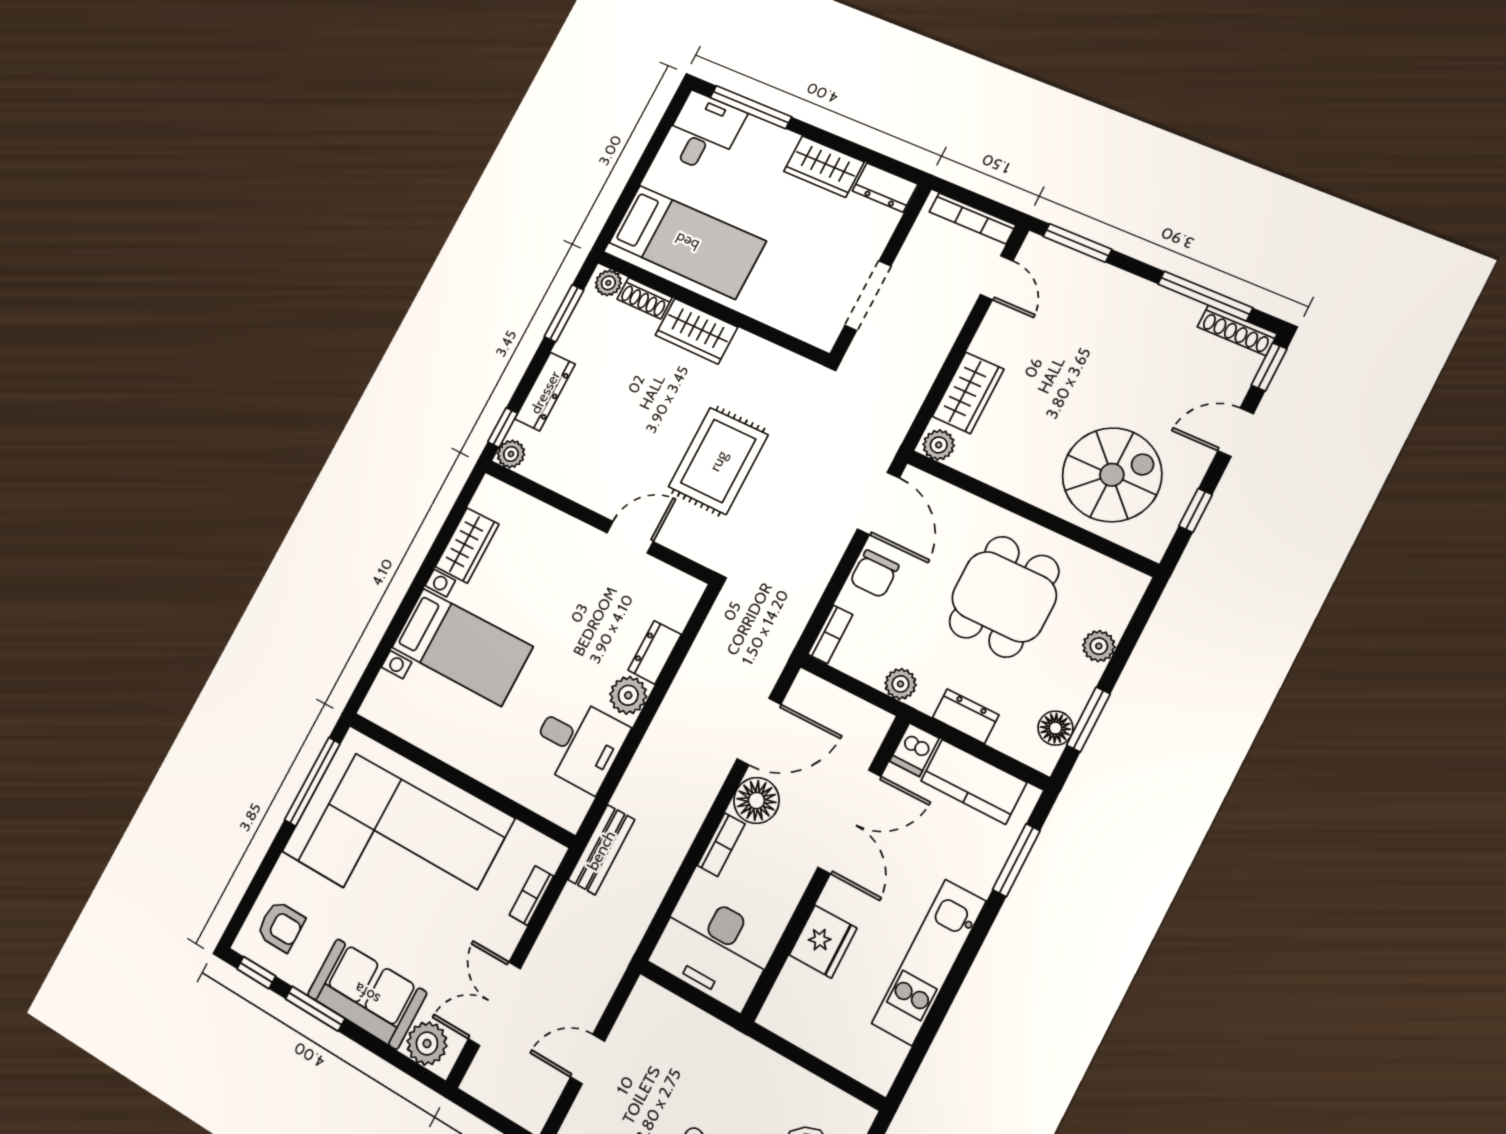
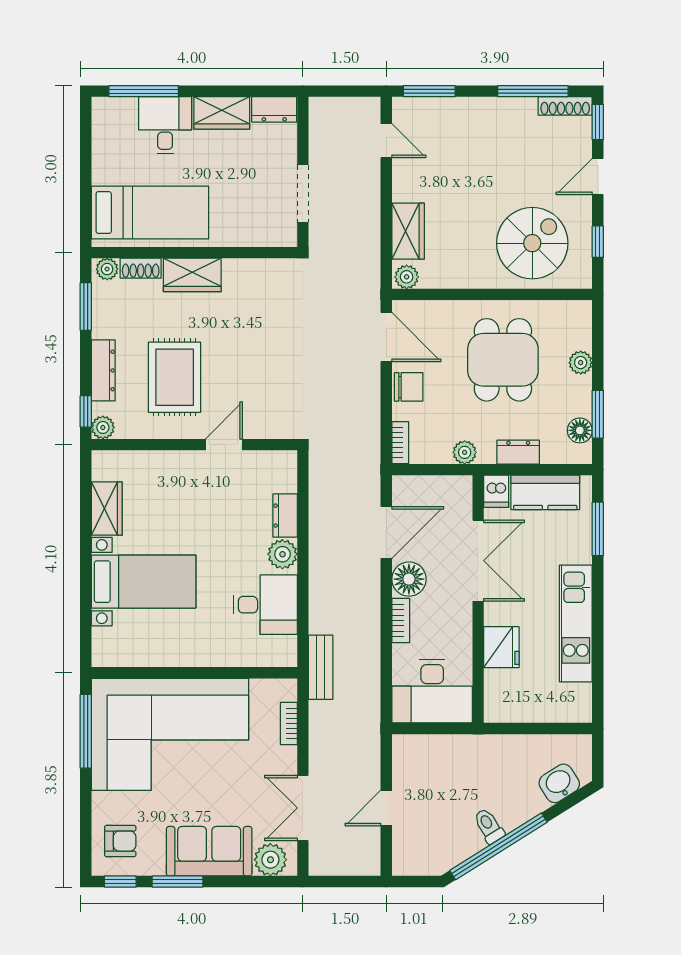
desk: (703, 132) -> (165, 125), moved
bookcase: (972, 218) -> (348, 105), removed
rug: (718, 461) -> (175, 377), moved
chair: (874, 574) -> (409, 387), turned -90

